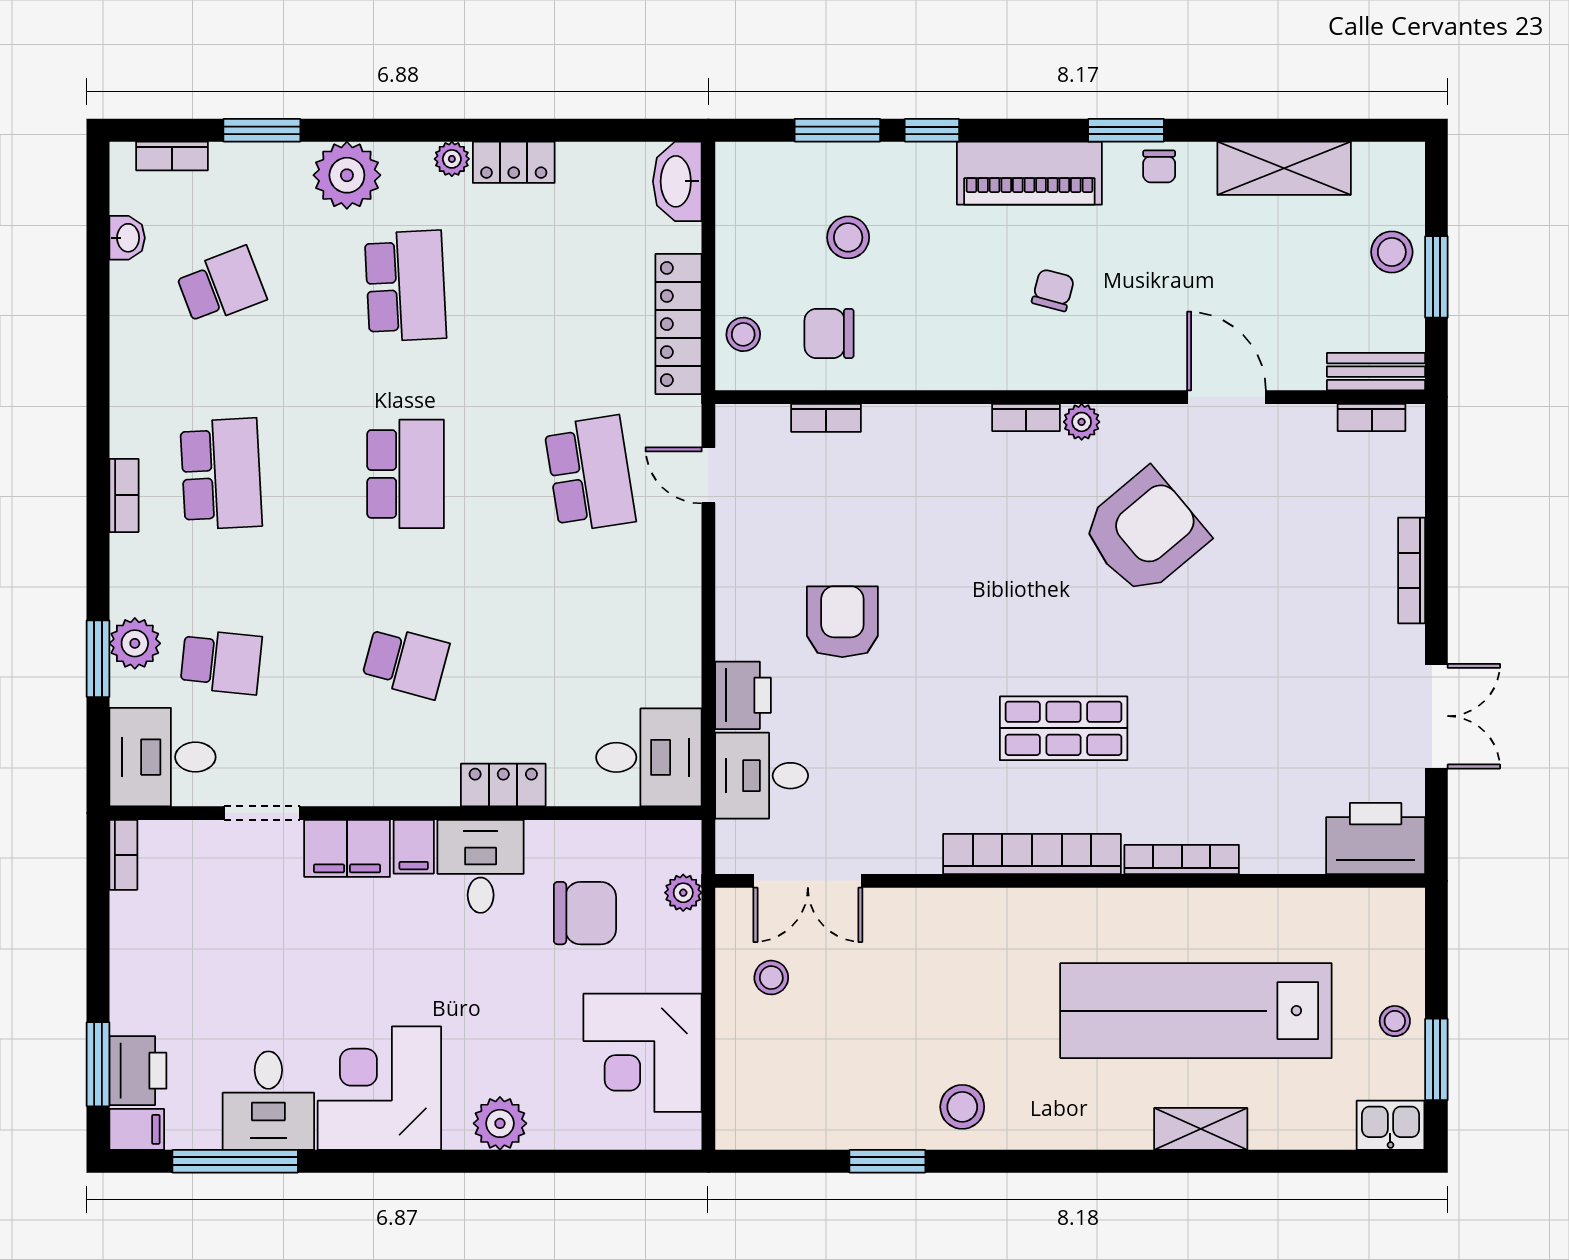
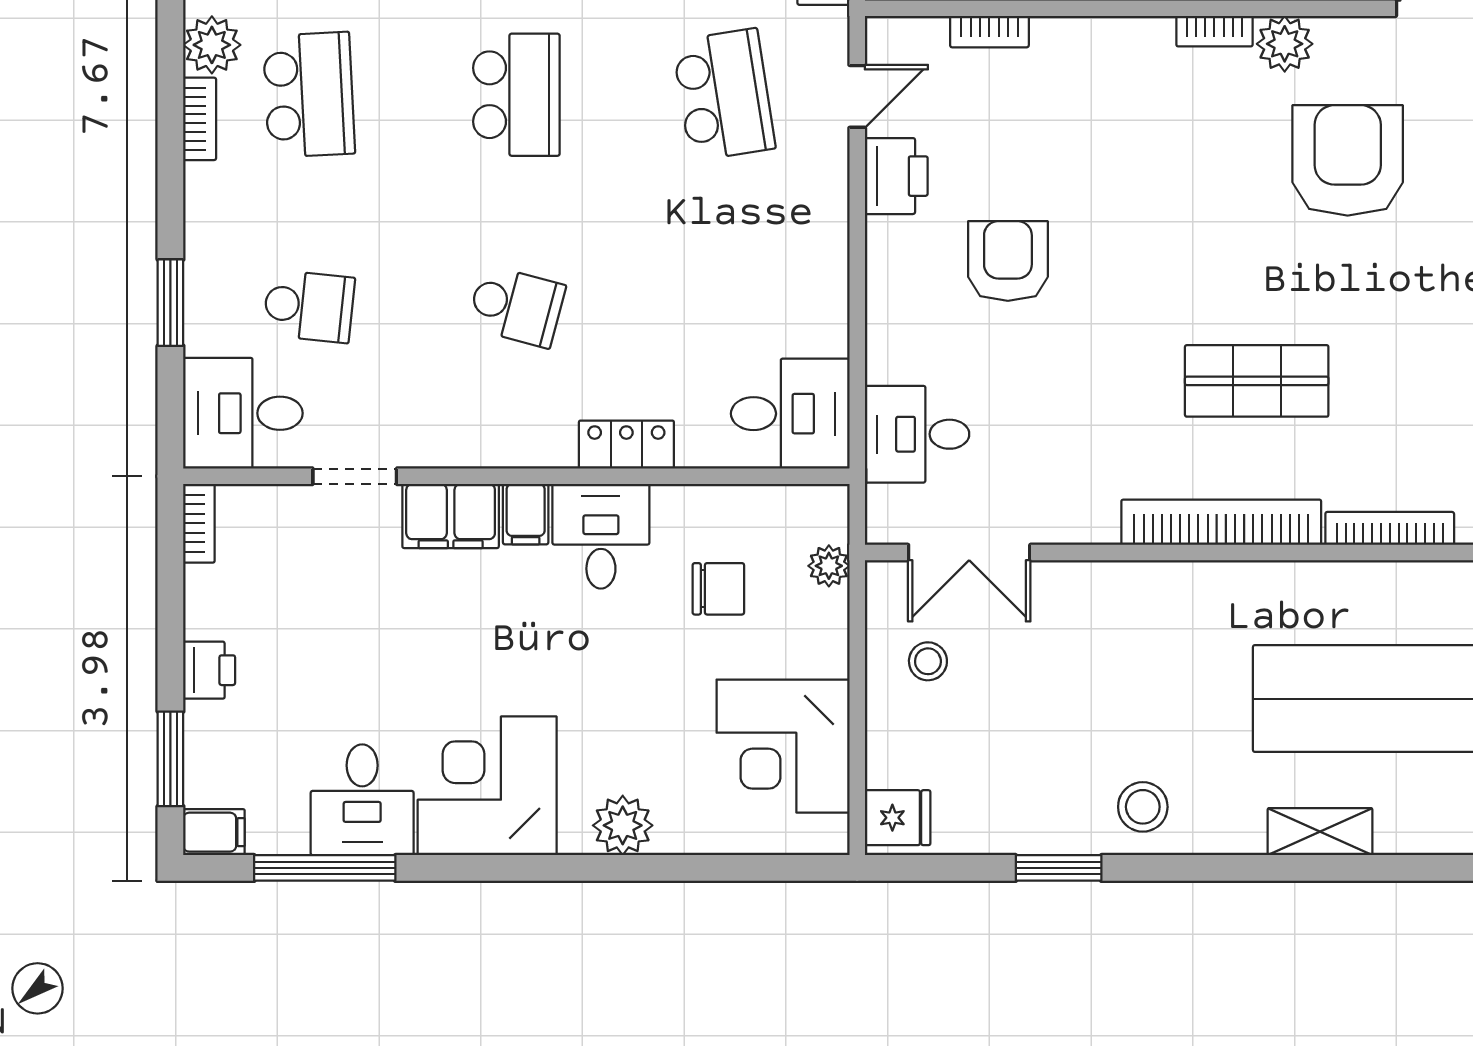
plant: (1082, 422) -> (1285, 44), width x1.38, depth x1.38
door: (708, 475) -> (857, 96), swing flipped
armchair: (1144, 532) -> (1348, 160), turned -50
plant: (135, 643) -> (212, 45), moved
printer: (743, 695) -> (896, 176), moved
chair: (585, 913) -> (718, 589), width x0.73, depth x0.73
printer: (138, 1071) -> (209, 670), moved, width x0.73, depth x0.81
fridge: (744, 1117) -> (898, 818), added
shelving: (1201, 1129) -> (1320, 832), moved

